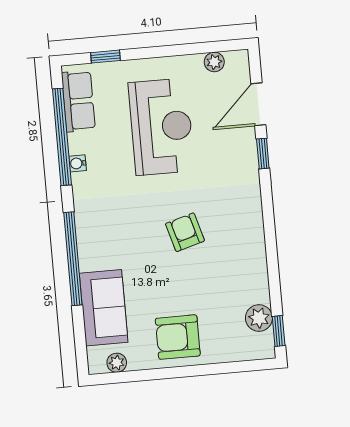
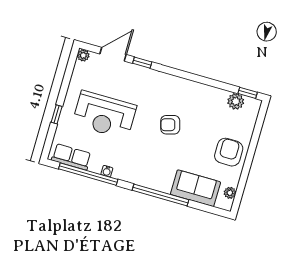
window: (105, 57) -> (57, 114), moved
plant: (214, 62) -> (83, 55), moved
door: (258, 104) -> (113, 54), swing flipped
reception desk: (161, 127) -> (104, 115), turned 180
armchair: (178, 337) -> (229, 152), turned 180

